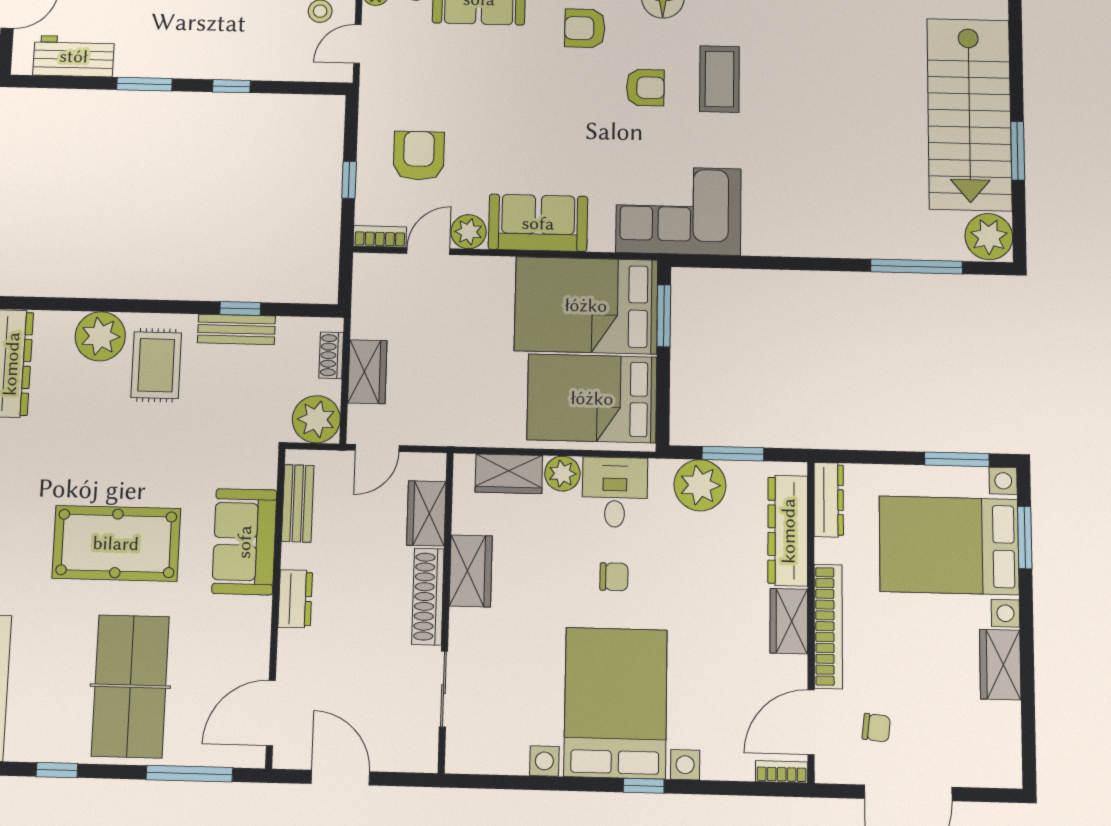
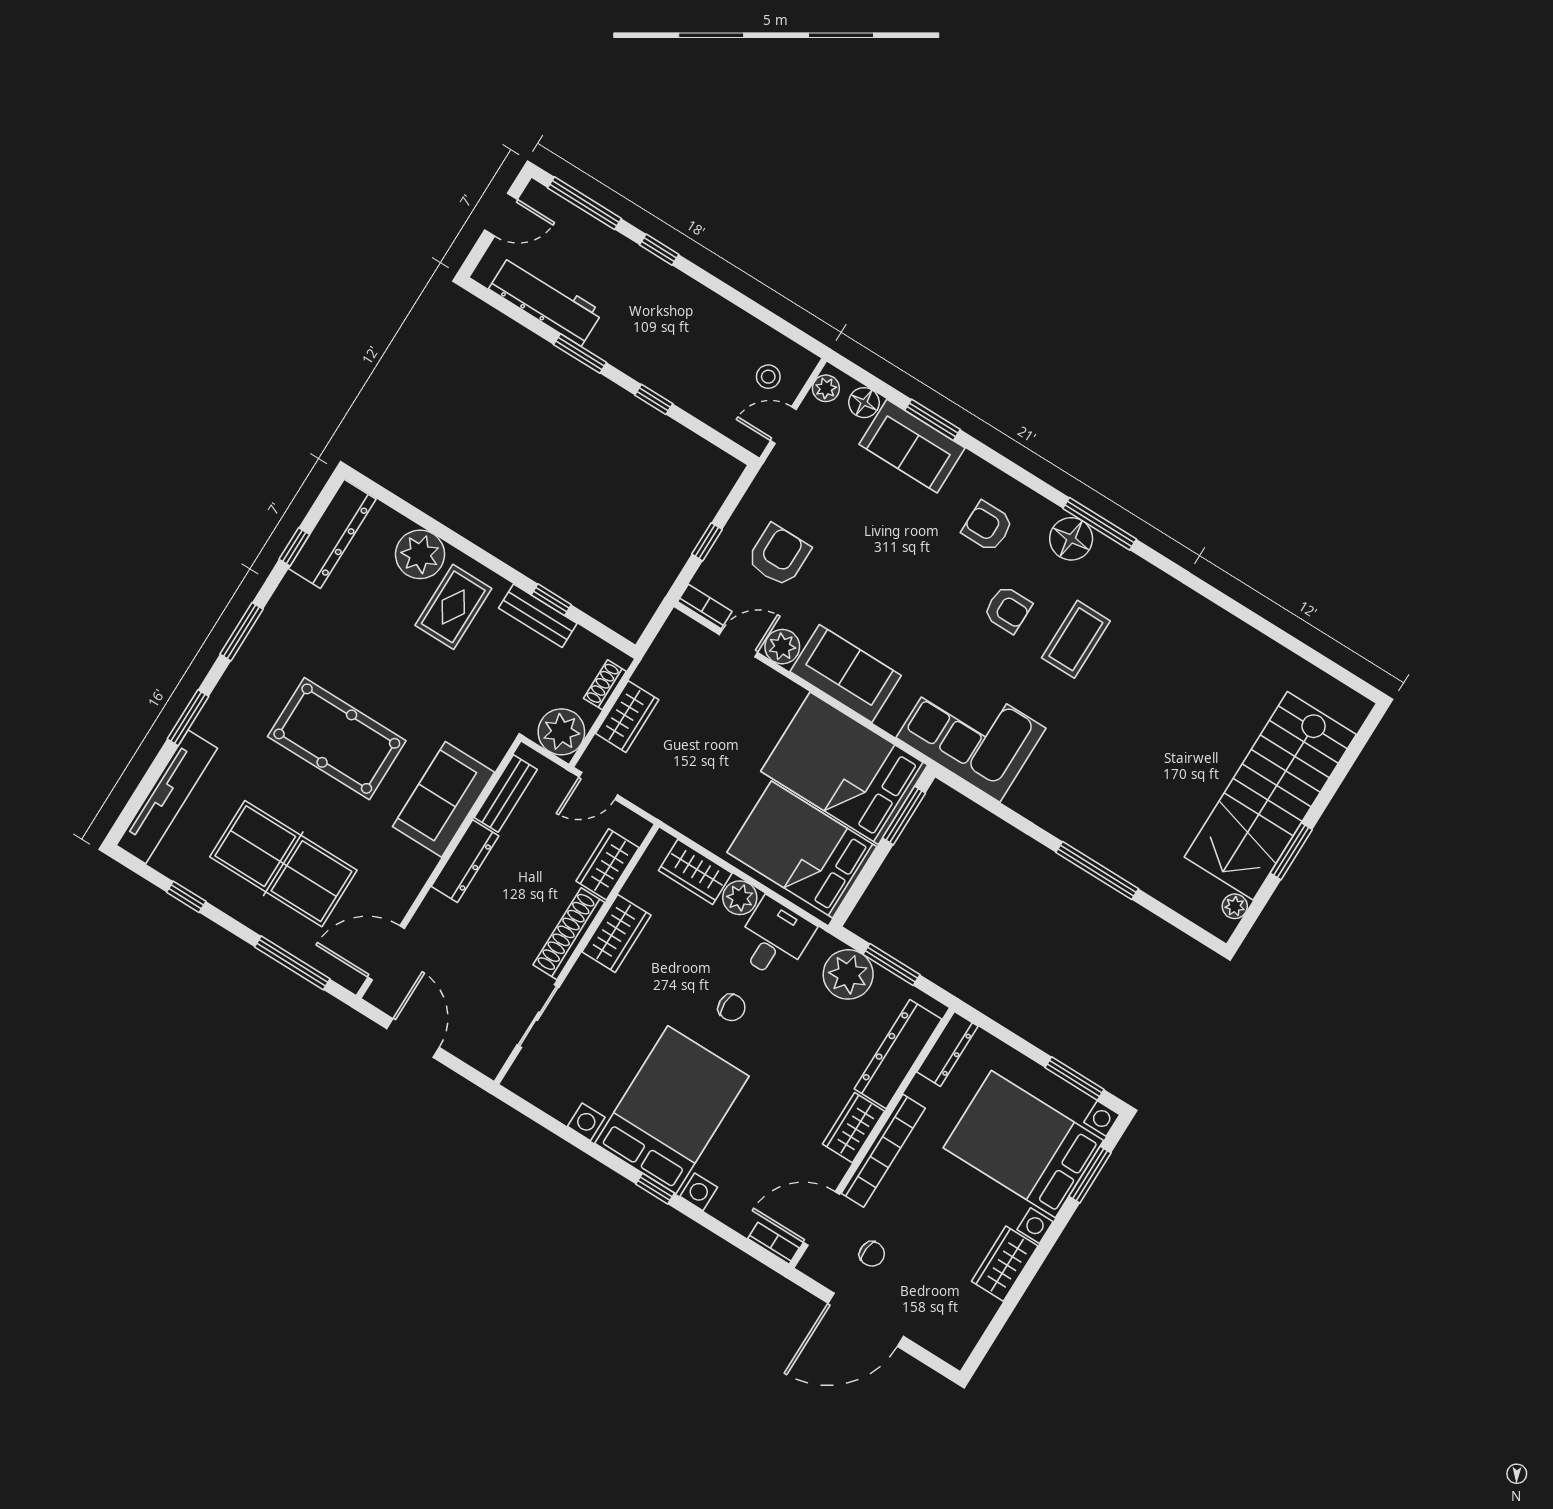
workbench: (74, 56) -> (546, 300), width x1.37
plant: (989, 237) -> (1235, 906), width x0.53, depth x0.53
window: (917, 266) -> (1097, 871), moved
dresser: (295, 599) -> (465, 861), width x1.44
table tennis table: (130, 686) -> (283, 864), turned 90

